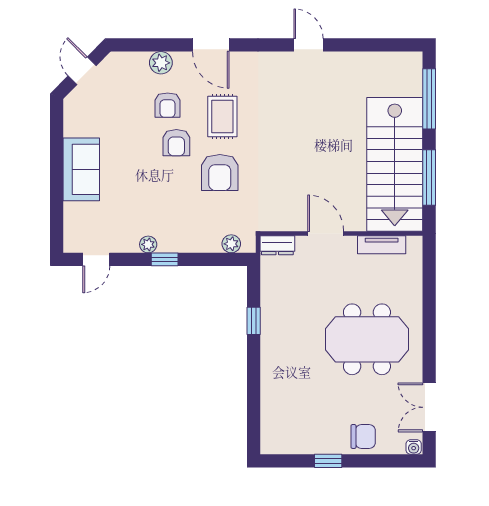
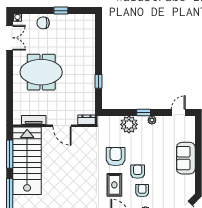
plant: (231, 244) -> (129, 124), moved, width x1.87, depth x1.87

